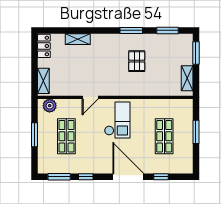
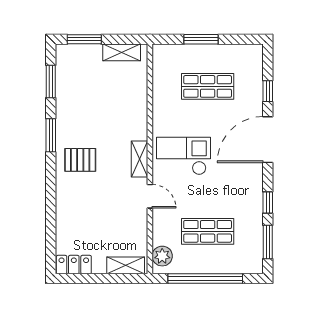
shelving: (78, 39) -> (139, 159), moved
pallet: (137, 61) -> (80, 160), moved
window: (35, 135) -> (205, 278), width x2.11

